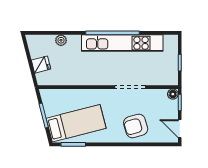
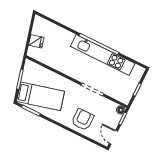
plant: (61, 40) -> (59, 31), removed
armchair: (136, 126) -> (83, 120), turned 106

